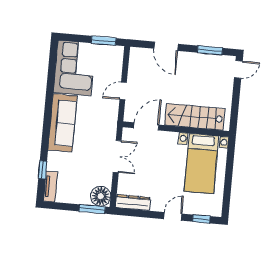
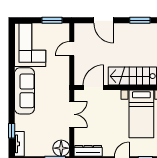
door: (123, 91) -> (72, 49), moved

